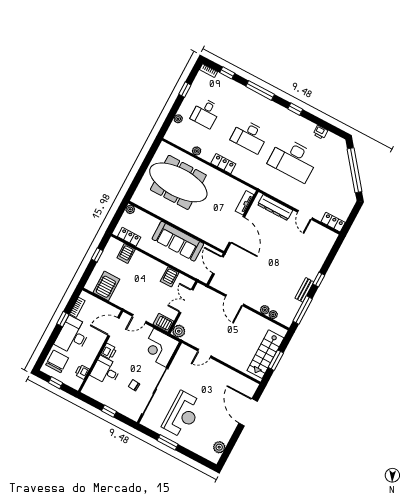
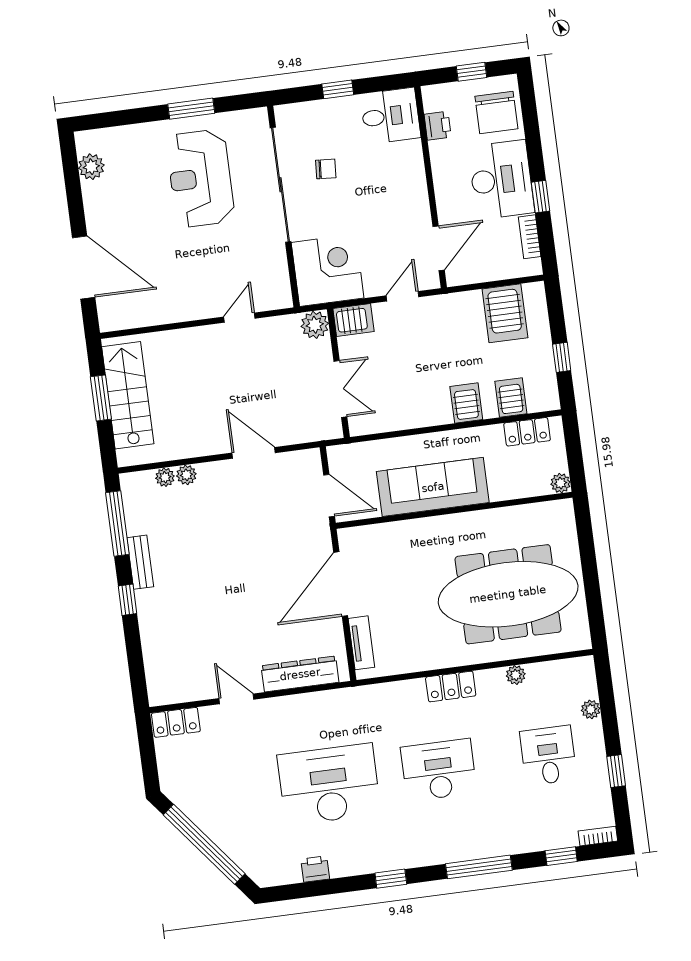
door: (237, 230) -> (341, 584), hinge flipped
server rack: (170, 277) -> (466, 403), moved
printer: (109, 351) -> (416, 198), removed
desk: (106, 371) -> (390, 116), moved

